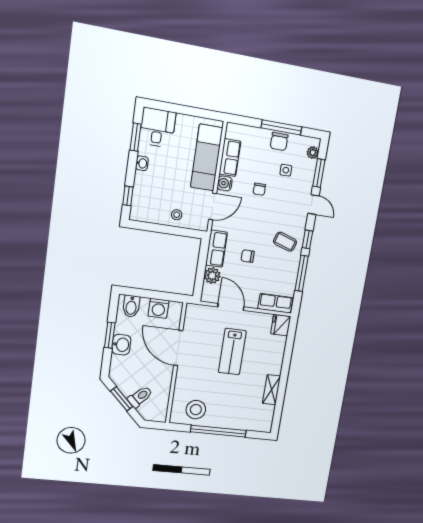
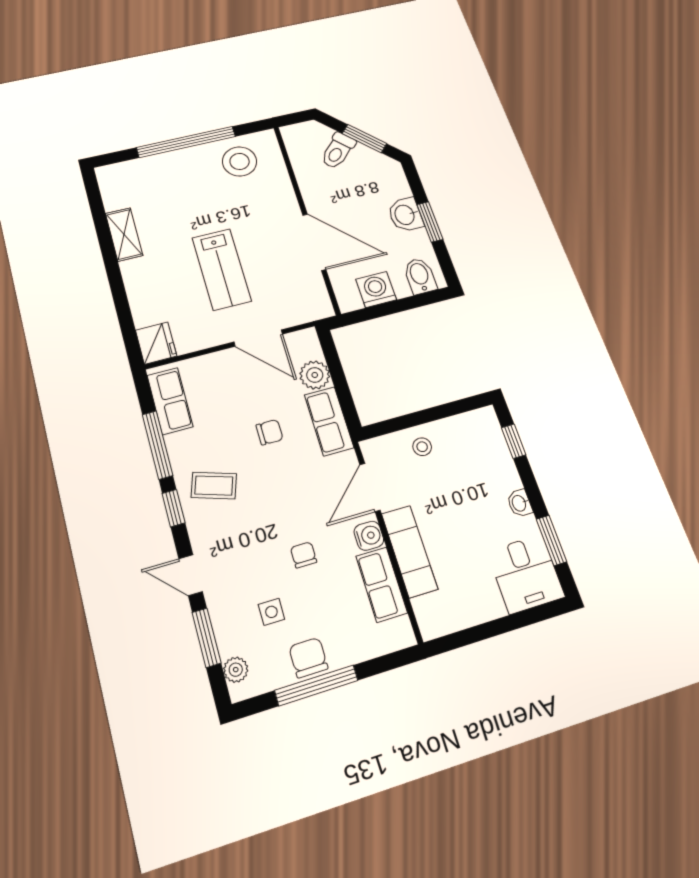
exam couch: (207, 158) -> (409, 551), width x0.73, depth x0.69
row of seats: (275, 303) -> (170, 401), moved, turned -90
lab bench: (232, 352) -> (222, 269), turned 180

